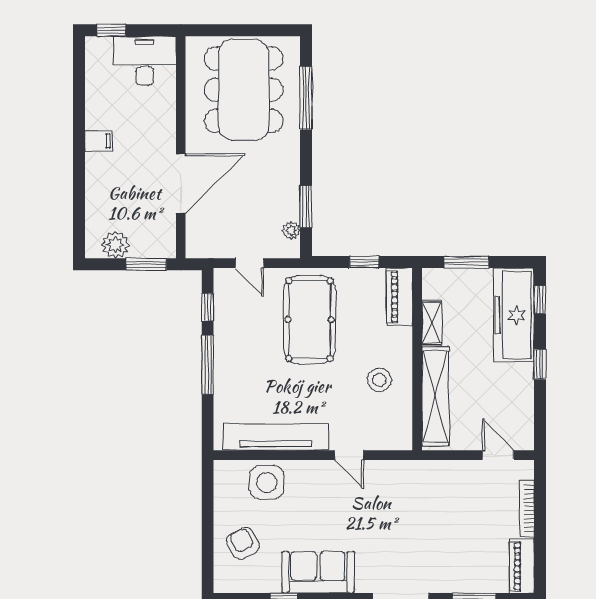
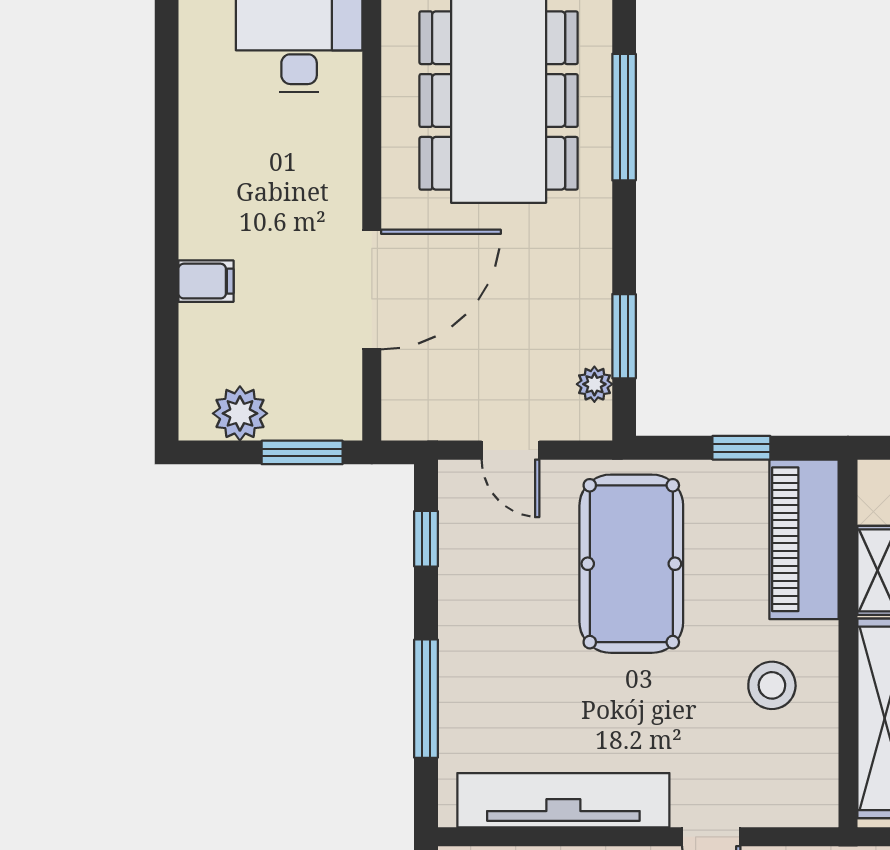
filing cabinet: (98, 141) -> (206, 281), moved
piano: (399, 297) -> (804, 539), width x1.37, depth x1.33
window: (208, 365) -> (426, 699), moved

